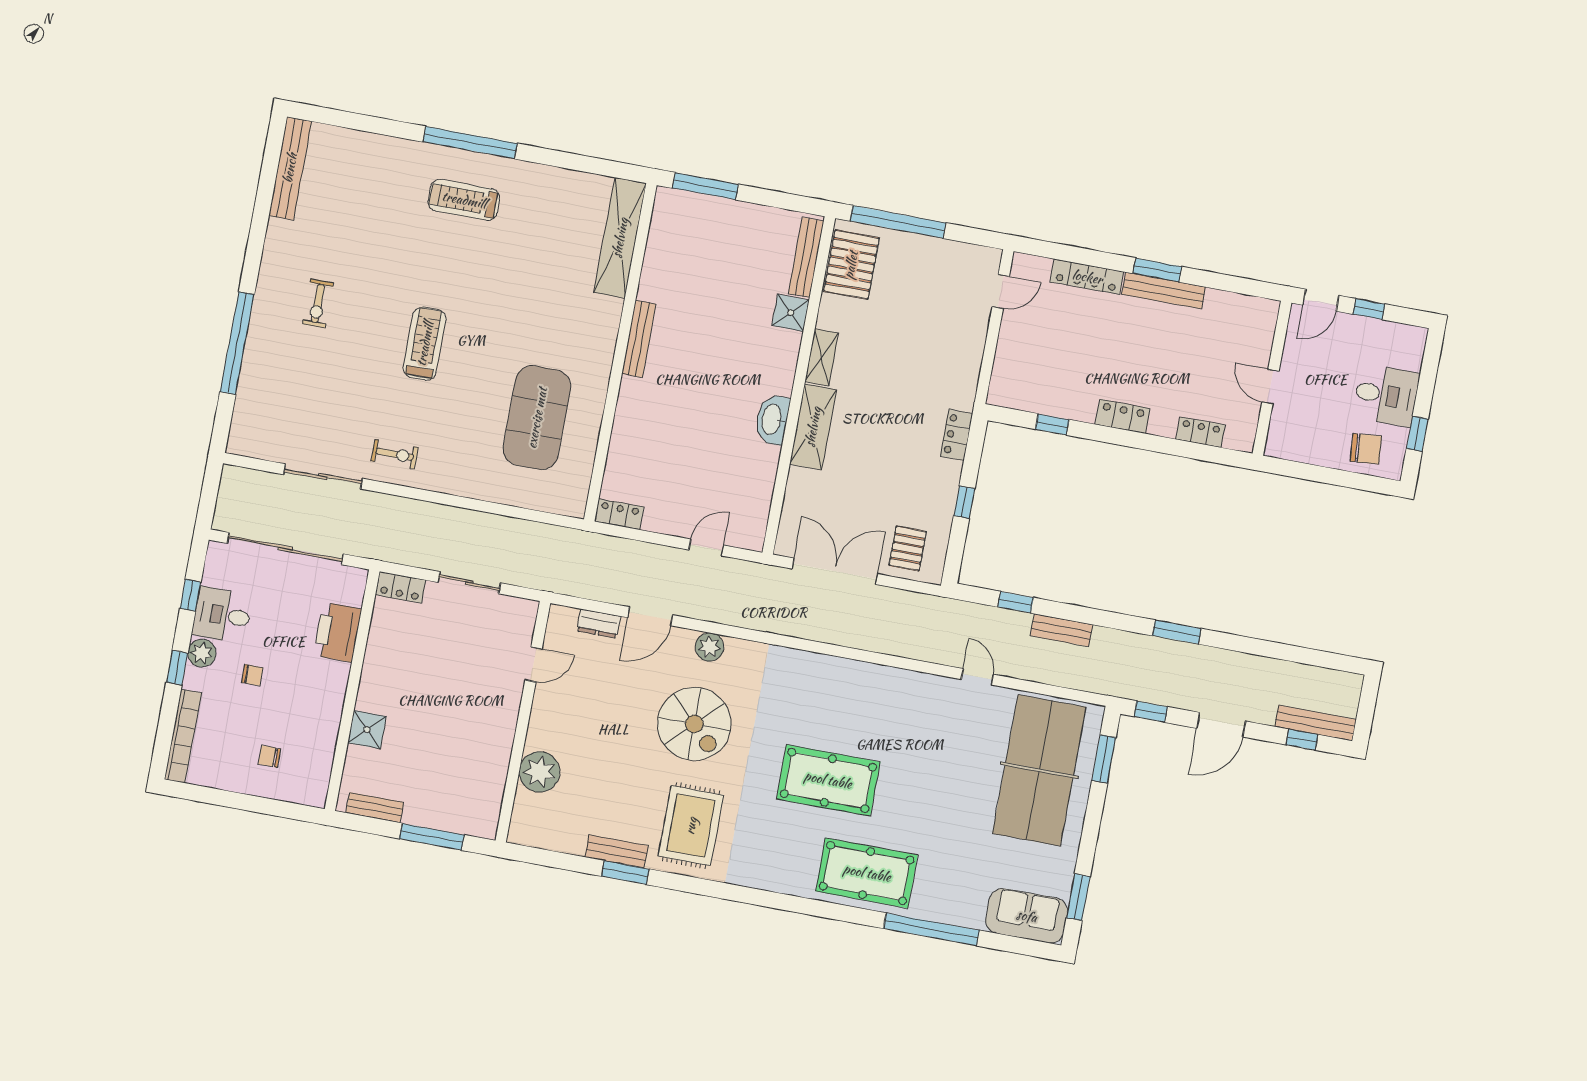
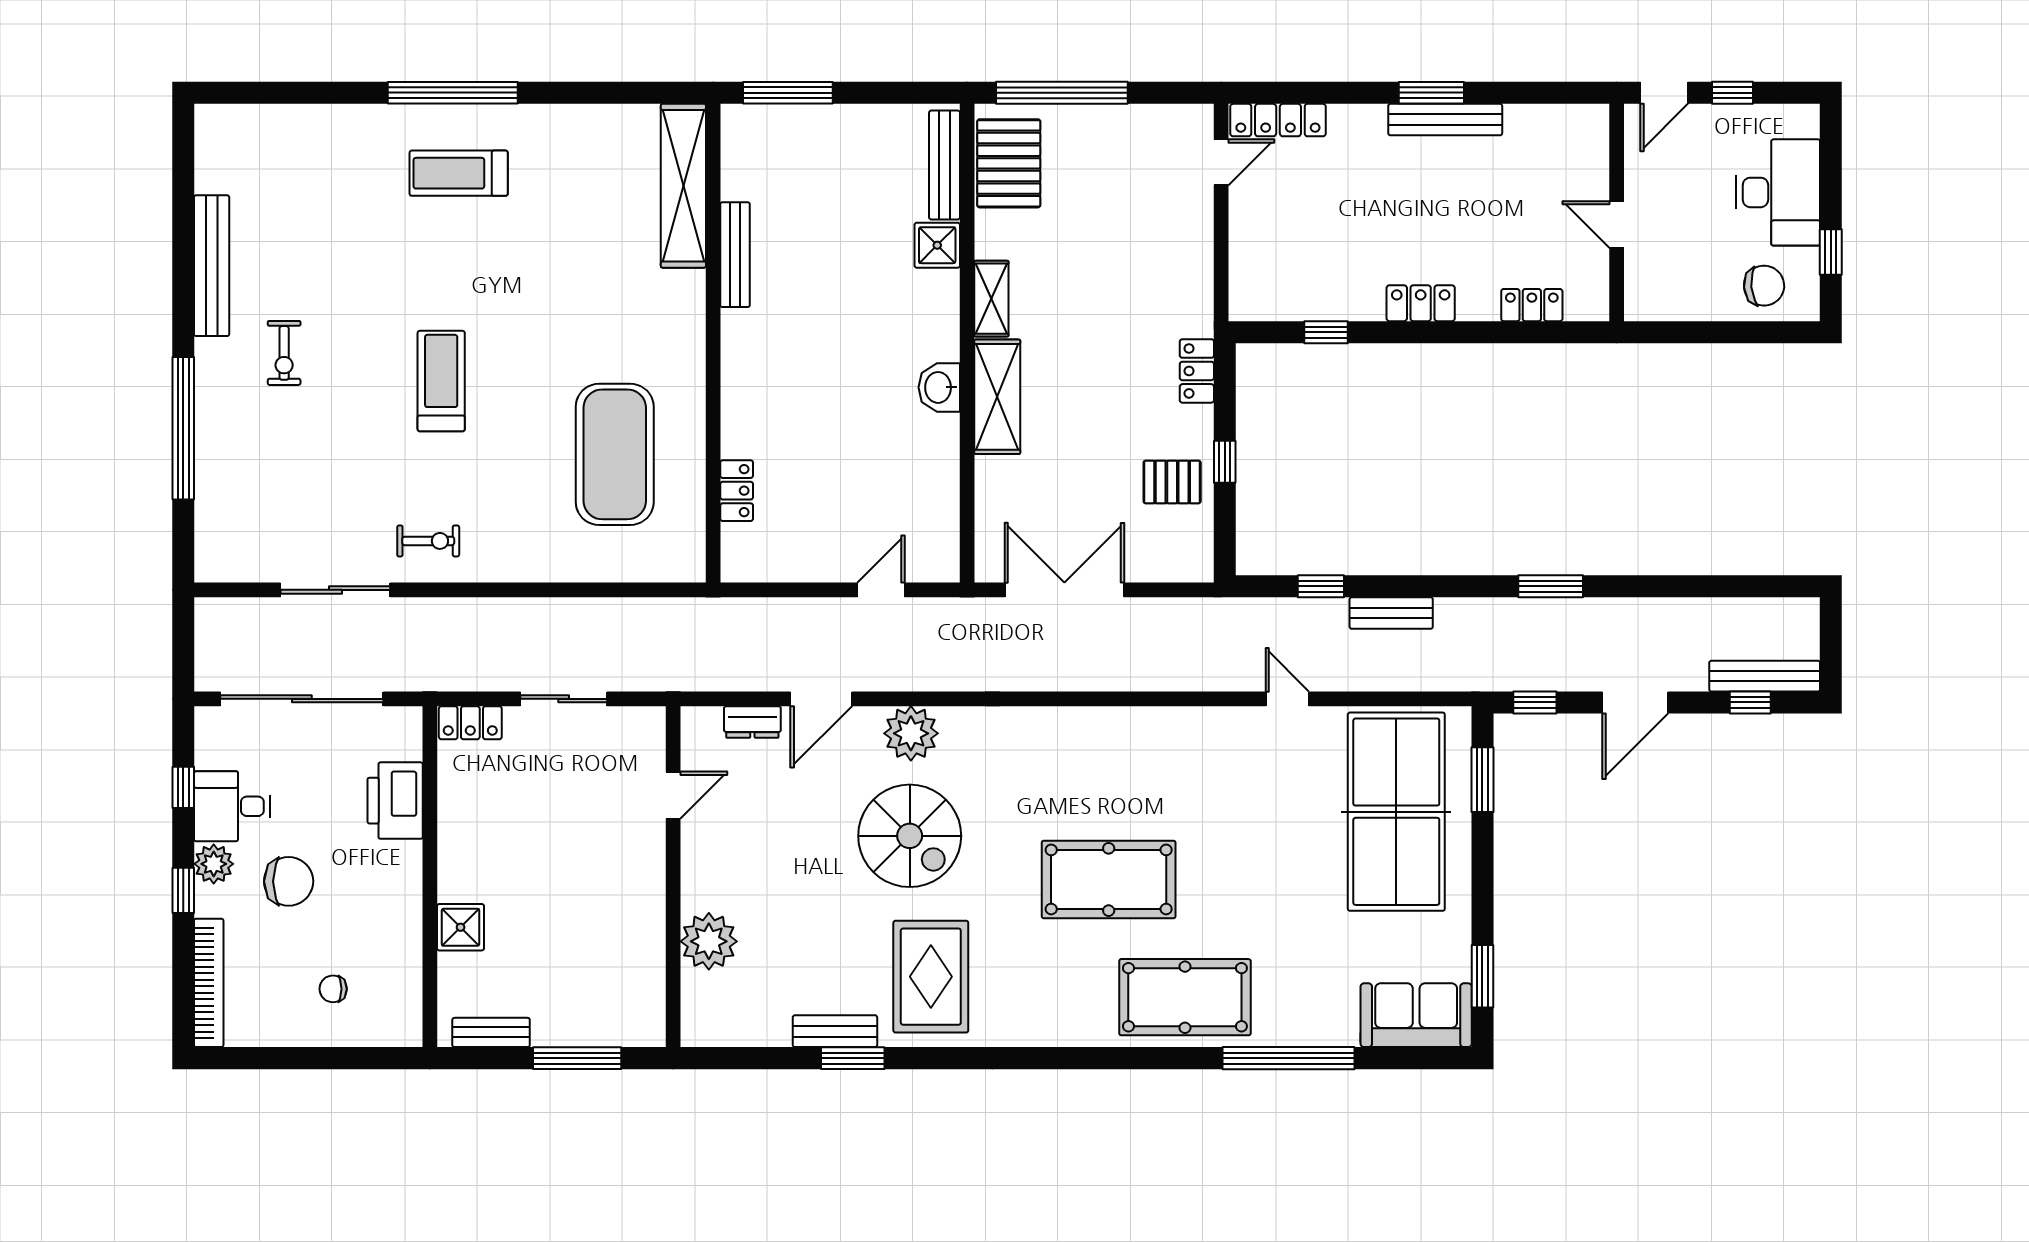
bench: (290, 168) -> (212, 266), moved
locker: (1087, 277) -> (1278, 120), moved
bench: (639, 339) -> (735, 255), moved
desk: (1386, 395) -> (1778, 192), width x1.37
washbasin: (772, 419) -> (939, 387), width x0.72
locker: (619, 514) -> (737, 491), moved, turned 90
pallet: (908, 549) -> (1172, 482), moved, turned 90
plant: (710, 647) -> (911, 733), width x1.36, depth x1.36
chair: (252, 675) -> (289, 881), width x1.87, depth x1.87

